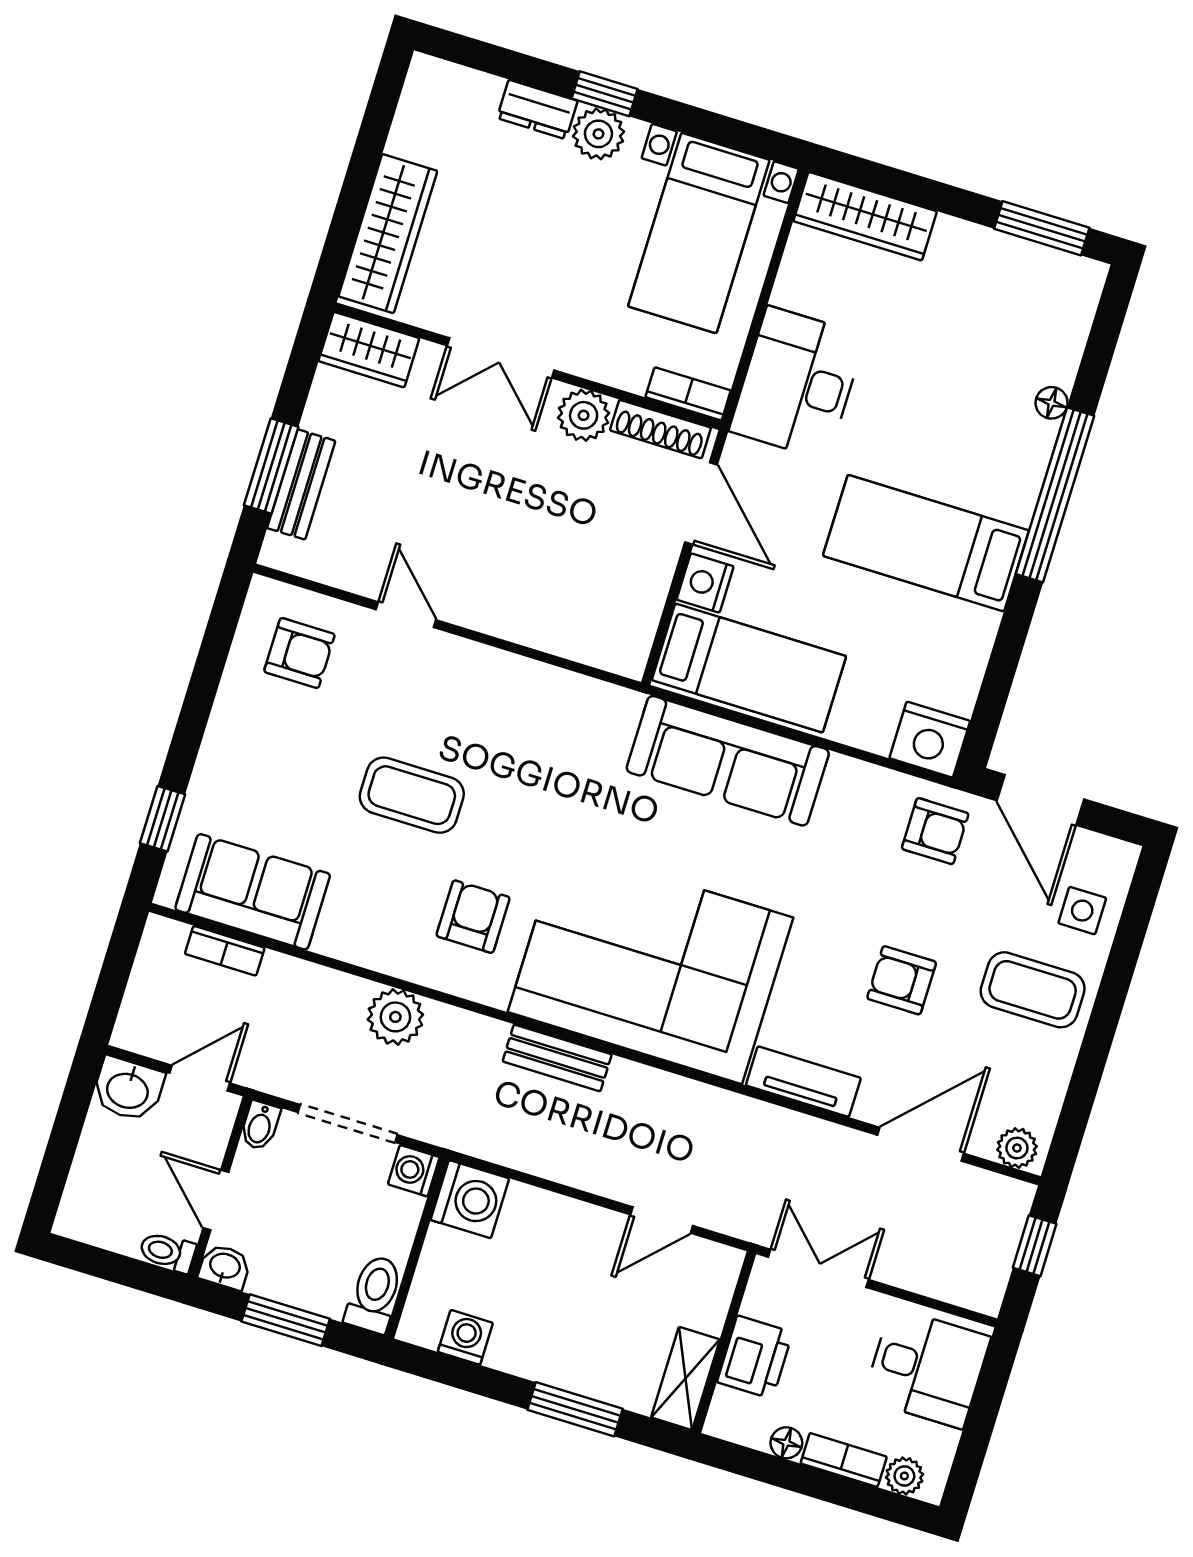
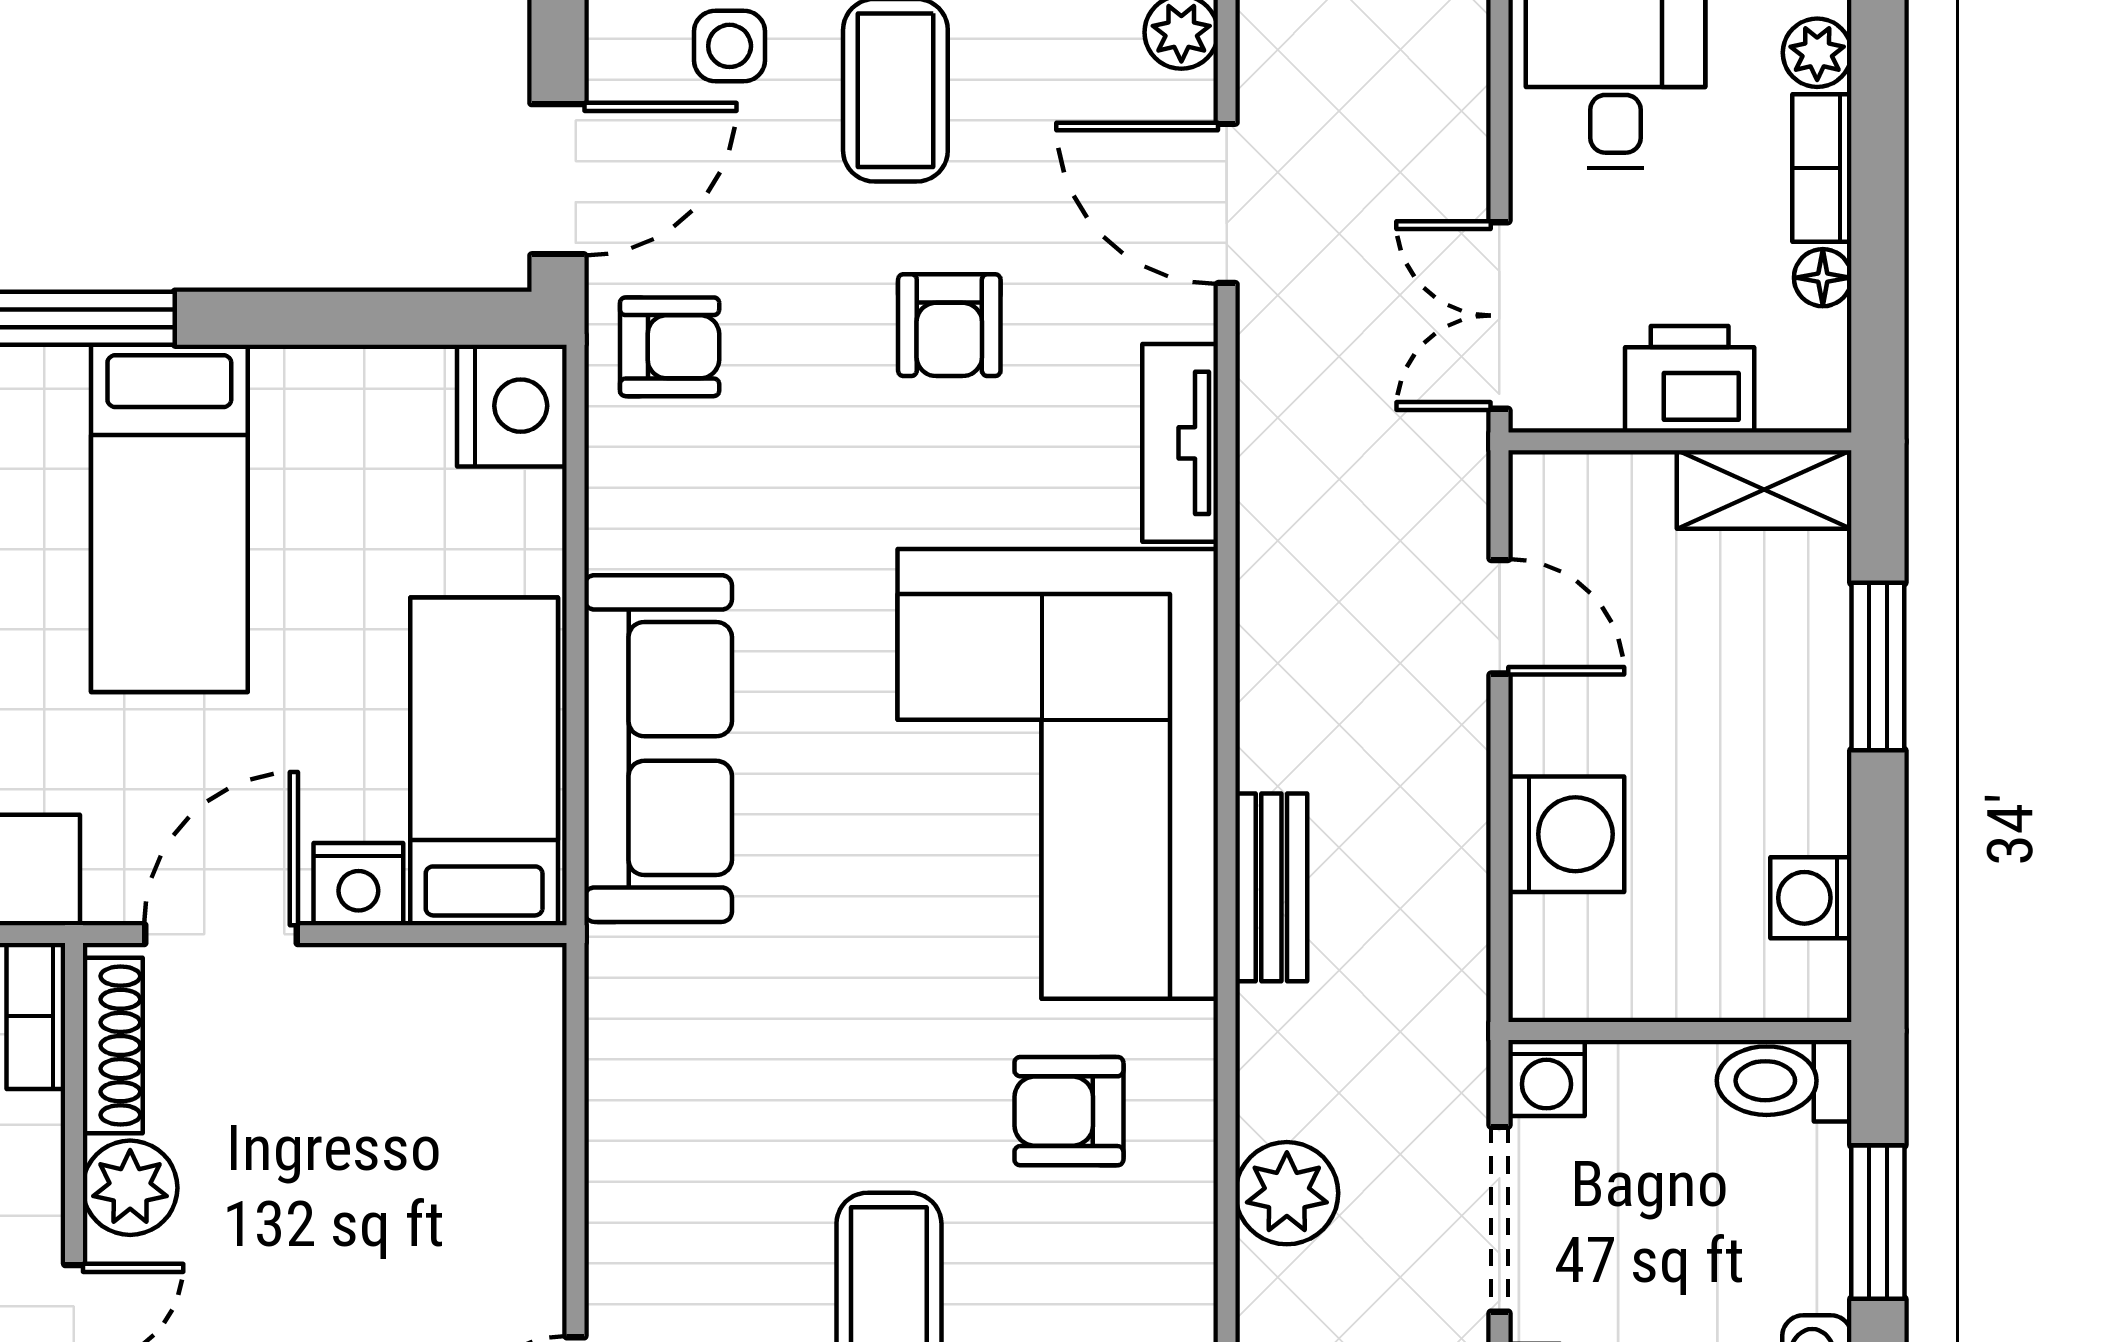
armchair: (935, 831) -> (670, 347), turned 90
washing machine: (470, 1199) -> (1566, 834), moved, turned 90

